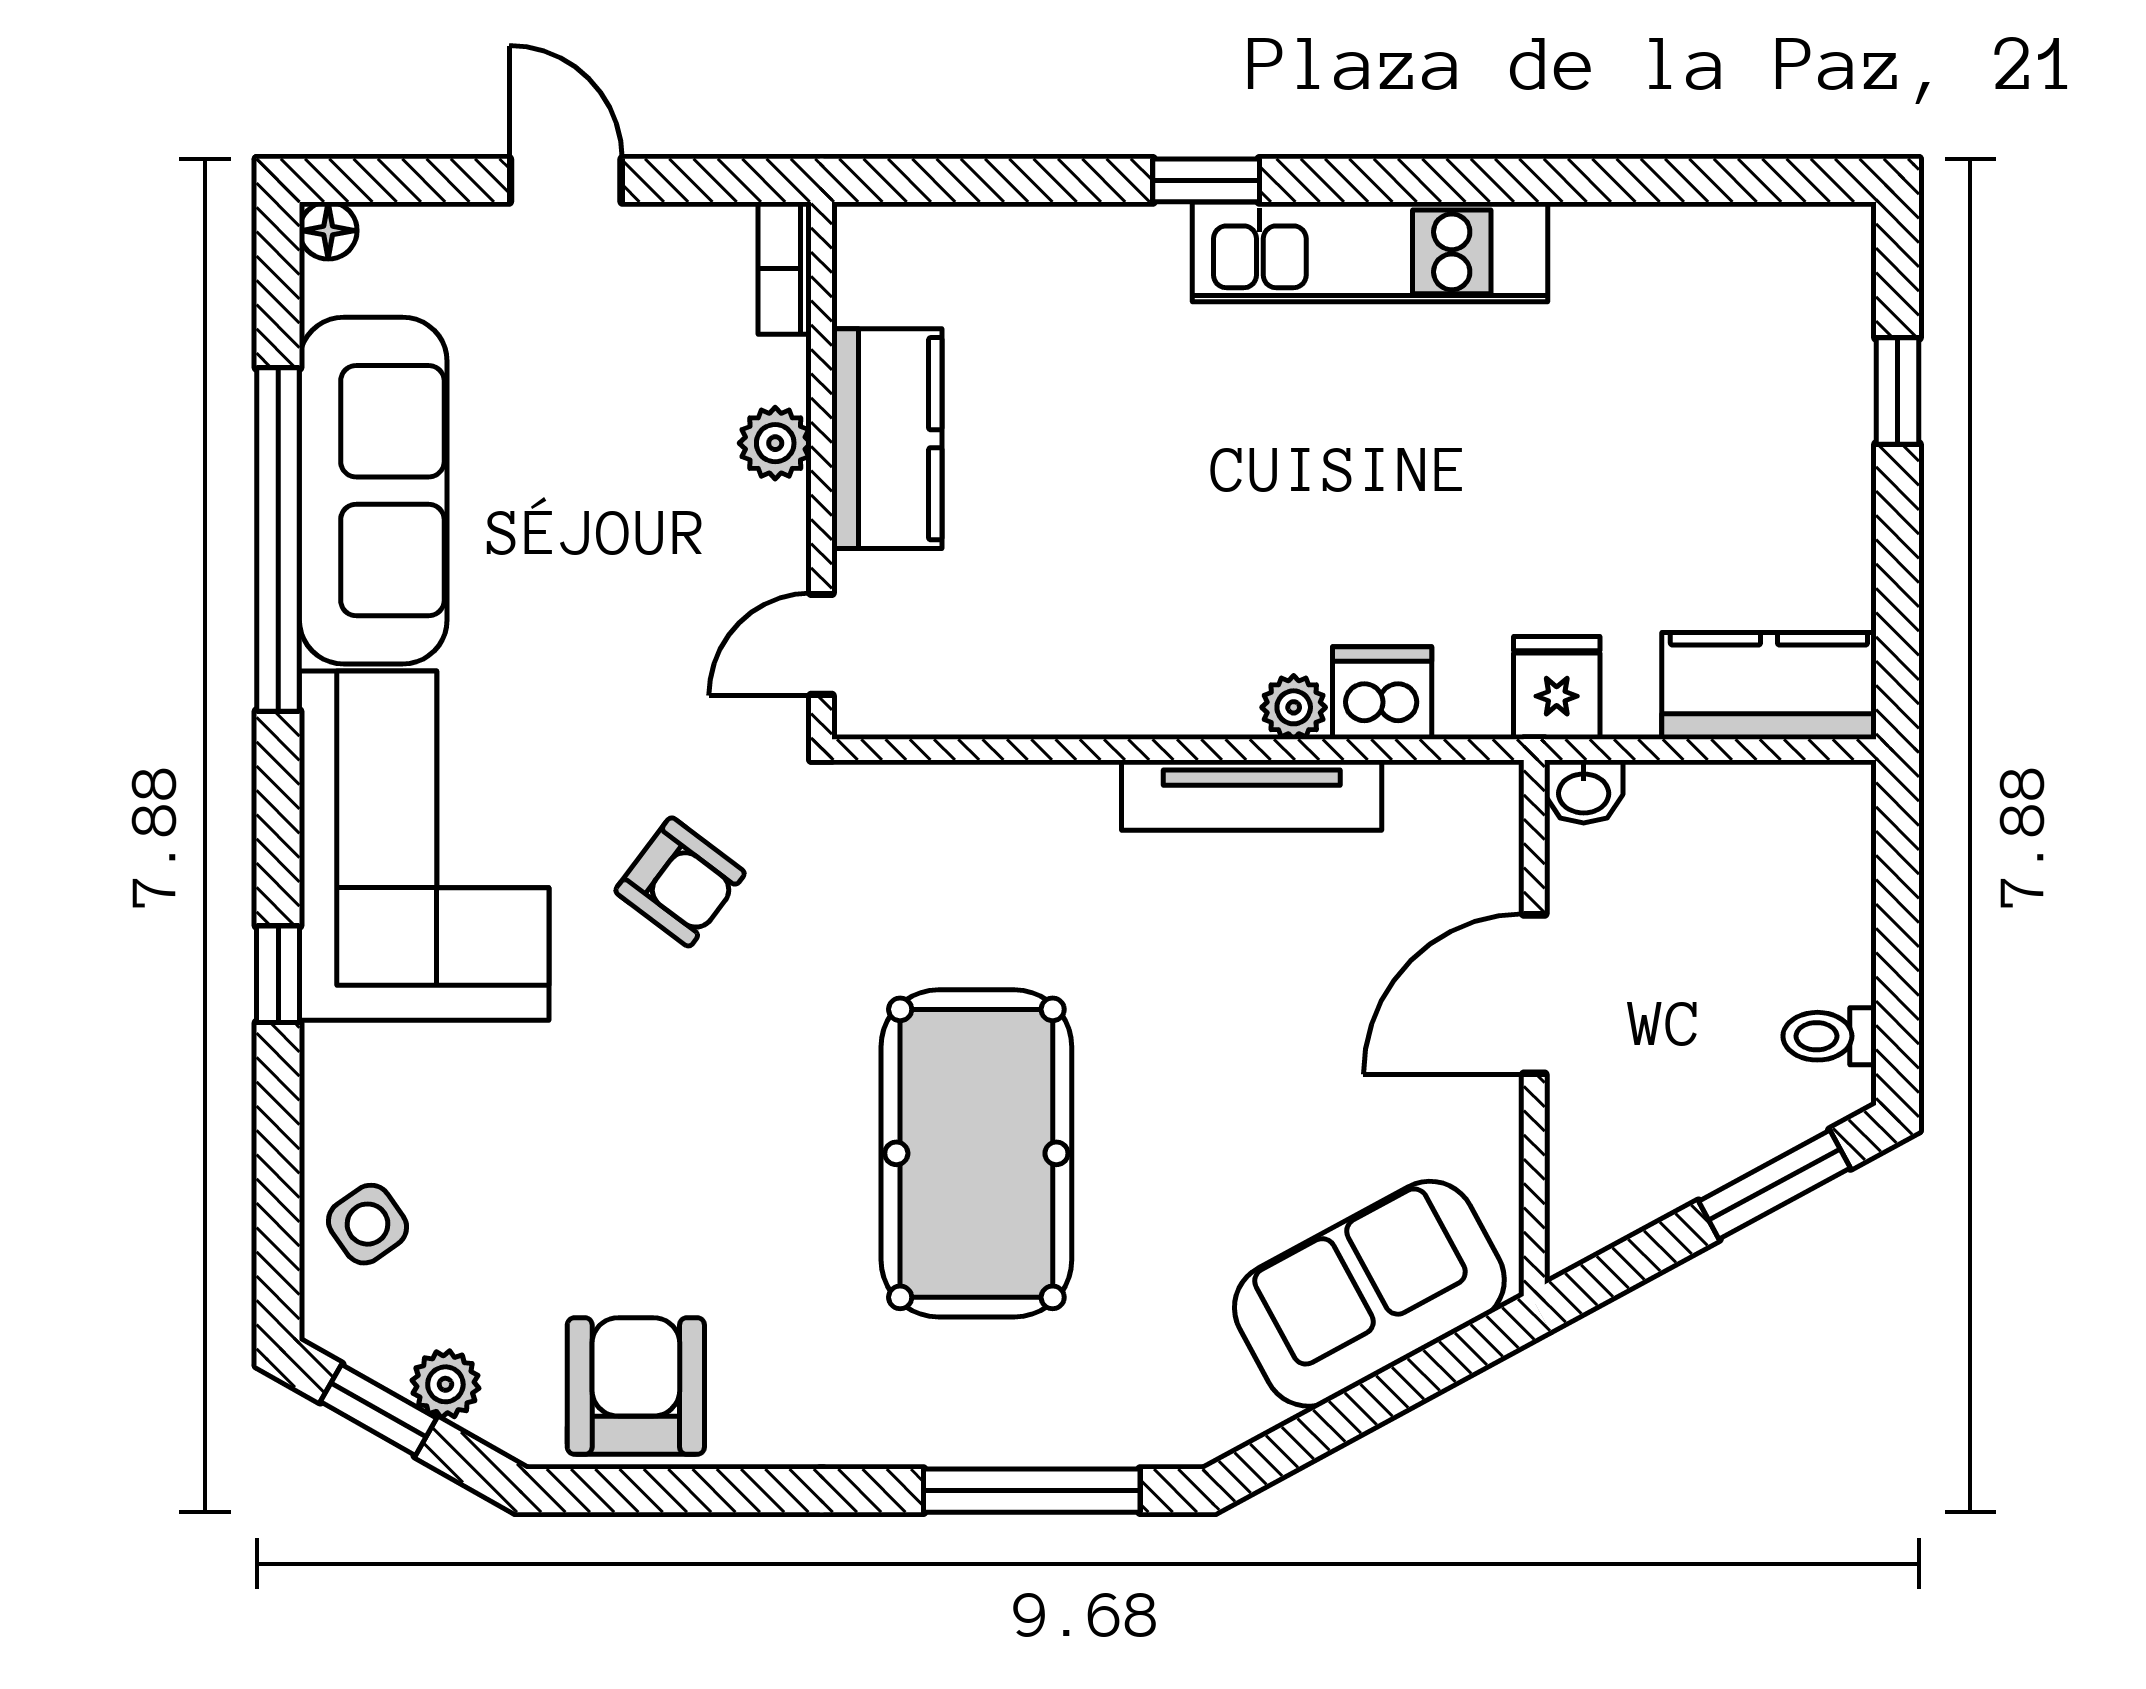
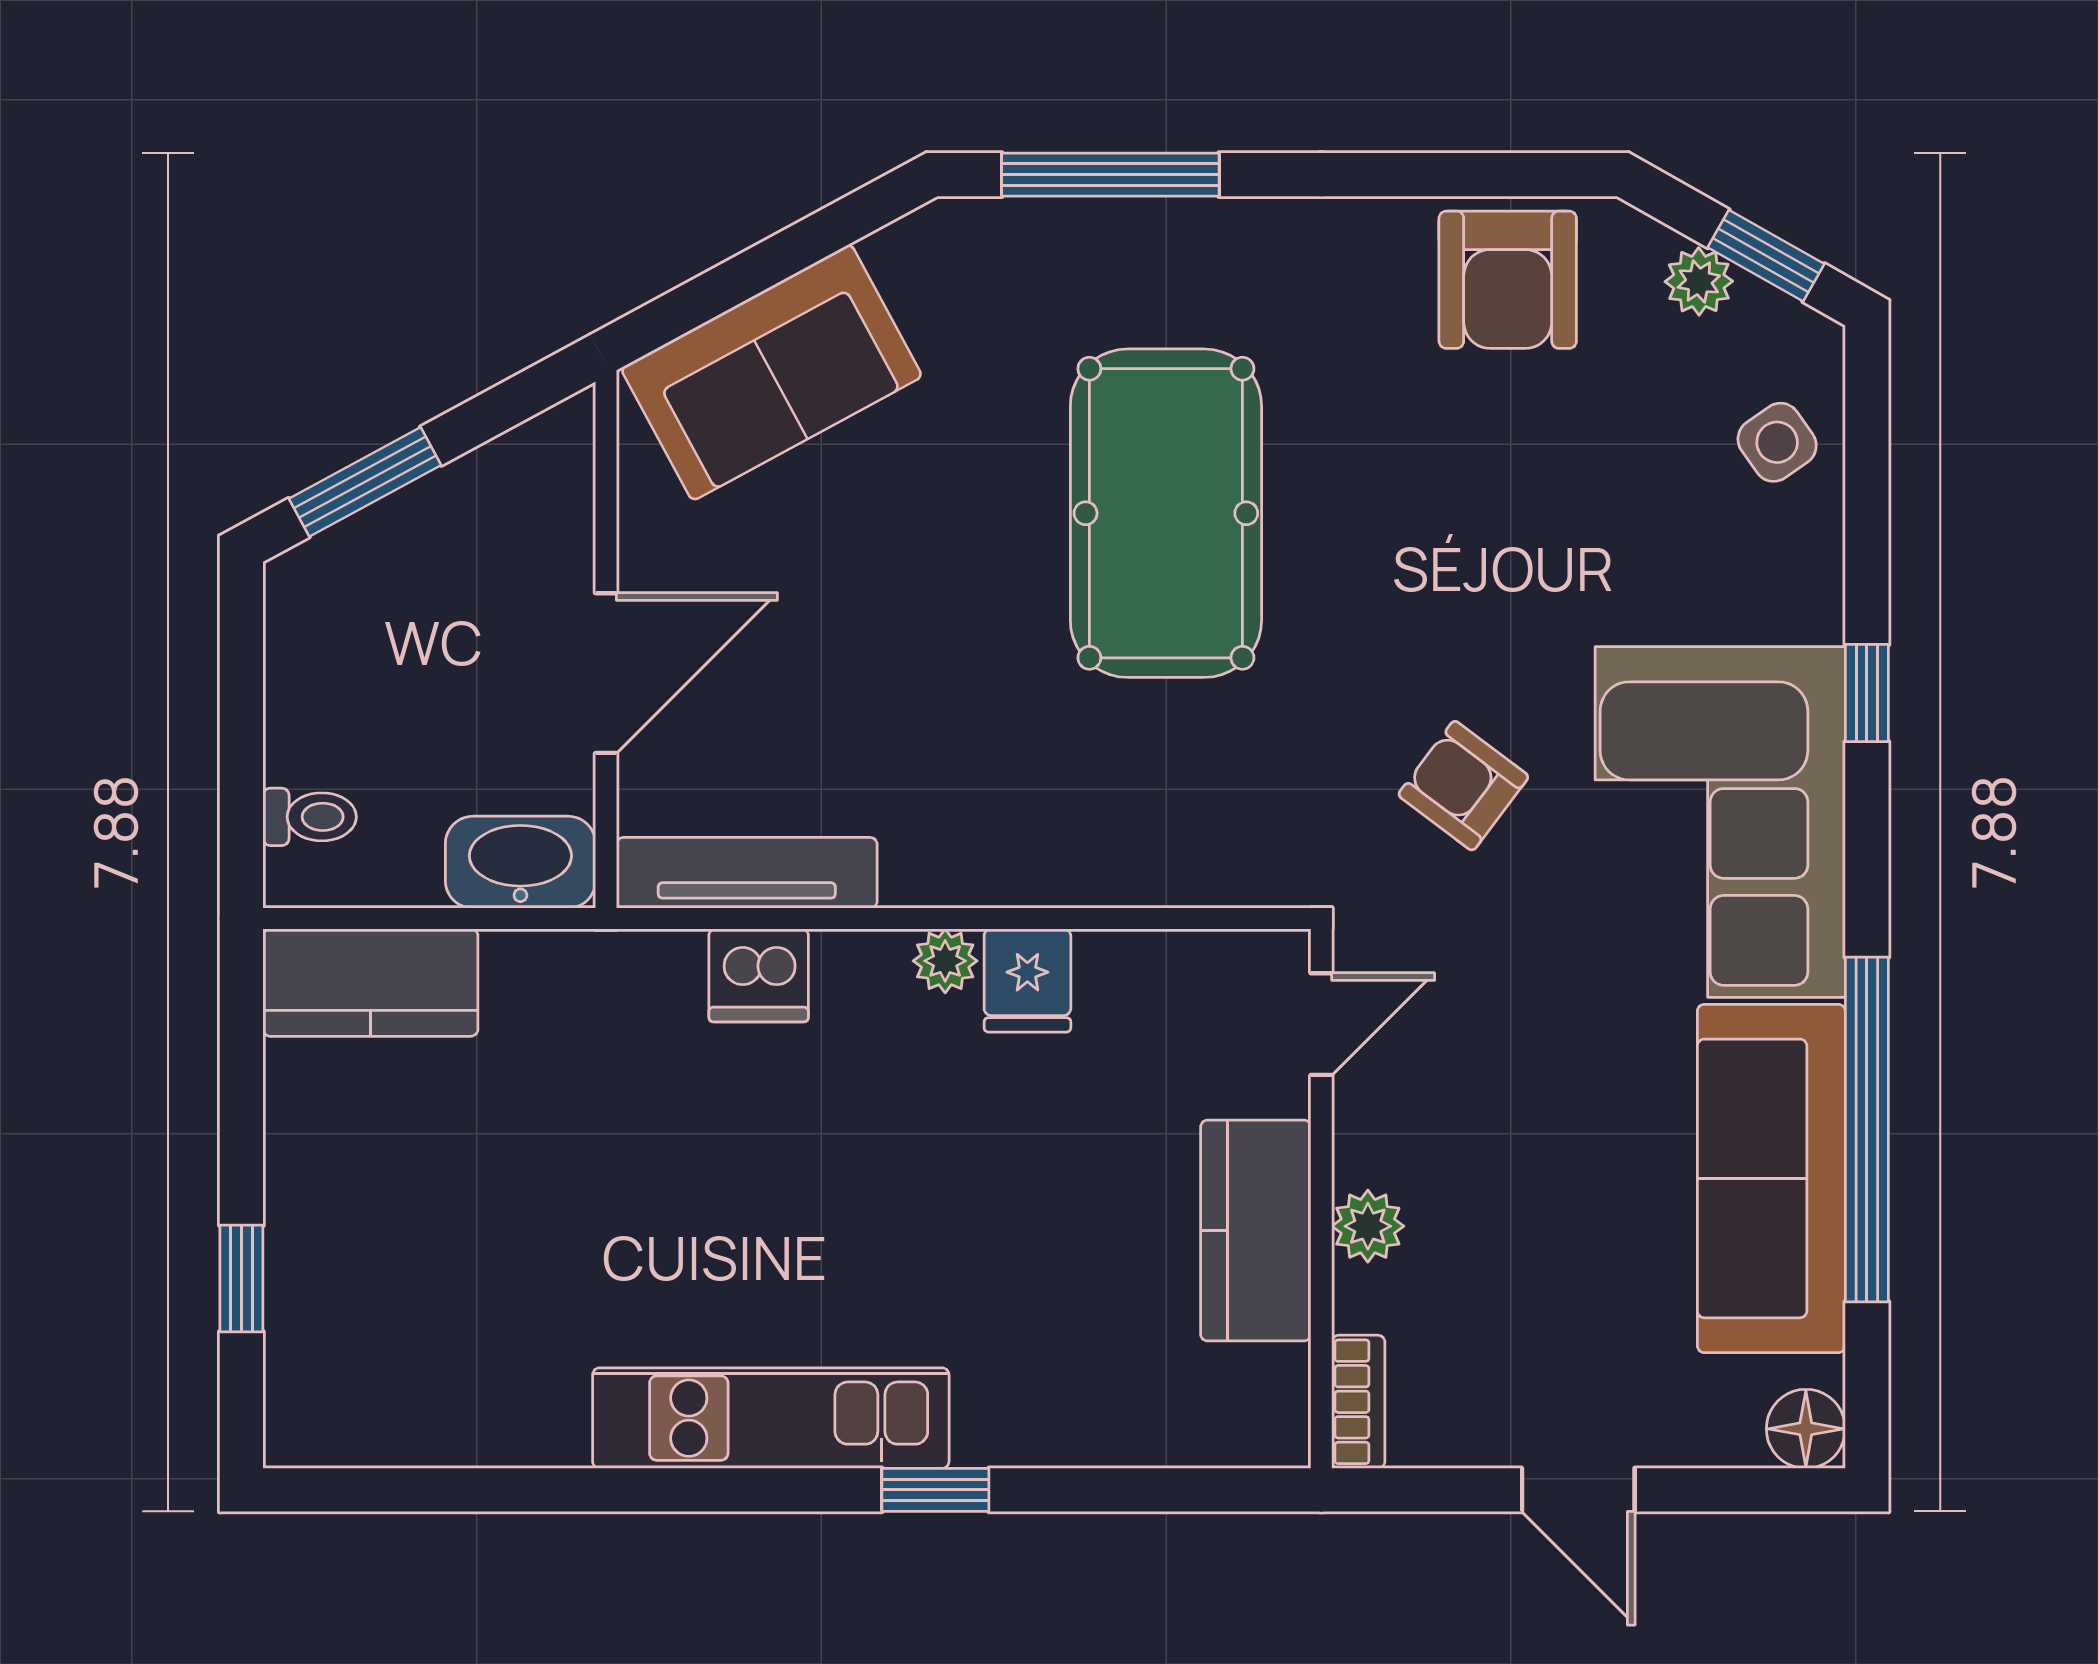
floor lamp: (328, 231) -> (1806, 1429), width x1.37, depth x1.37
fridge: (1557, 688) -> (1027, 980), moved
plant: (1294, 707) -> (945, 961), moved
washbasin: (1584, 792) -> (520, 862), width x1.91, depth x1.45
tv unit: (1252, 795) -> (747, 873), moved
toilet: (1830, 1036) -> (310, 817), moved

